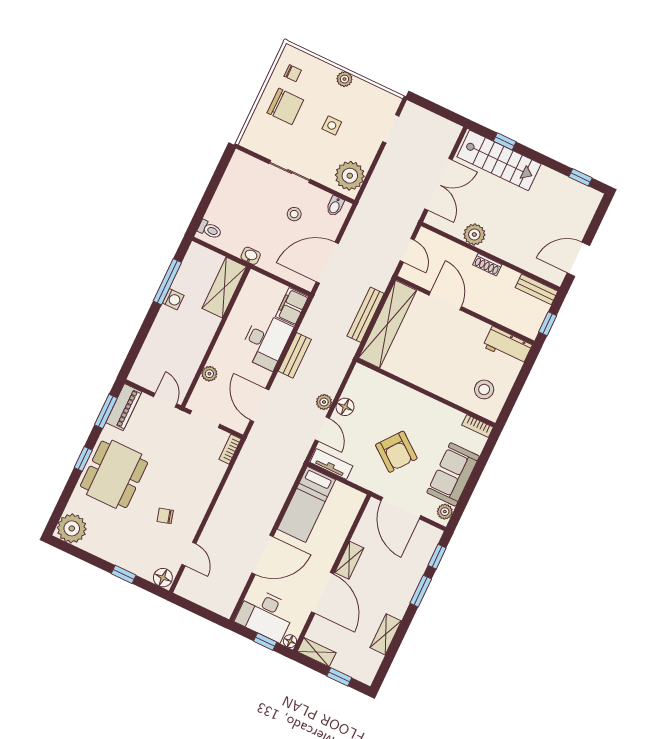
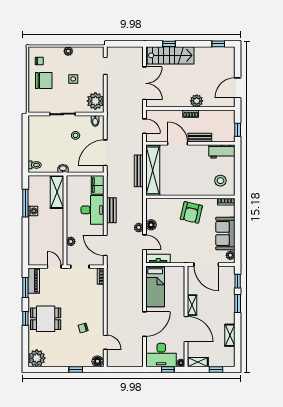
plant: (474, 235) -> (197, 101), moved
bench: (537, 289) -> (200, 138), moved
armchair: (396, 452) -> (191, 212), moved, turned 65
dining table: (114, 474) -> (46, 319), width x0.73

